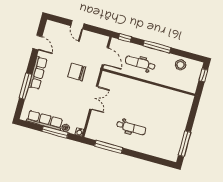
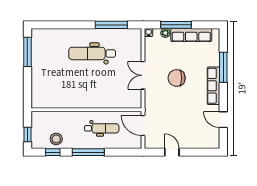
door: (77, 25) -> (172, 152), moved
window: (125, 38) -> (53, 152), moved
chair: (77, 72) -> (177, 78), moved, turned 180
dental chair: (131, 128) -> (92, 53), width x1.36, depth x1.38

